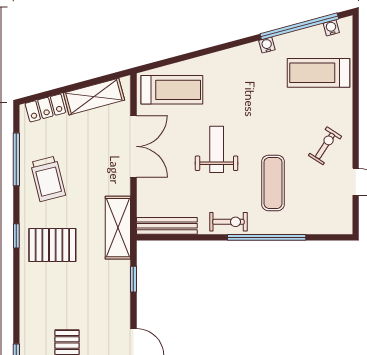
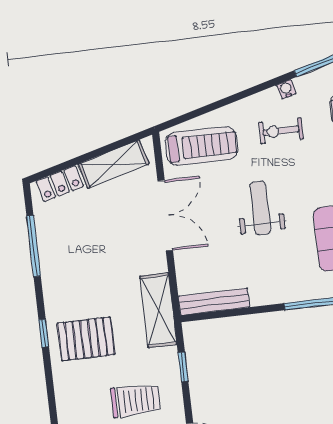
water cooler: (267, 45) -> (286, 89), moved
trolley: (48, 179) -> (136, 400), moved, turned -76
exercise bike: (228, 222) -> (281, 131), moved, turned 180

